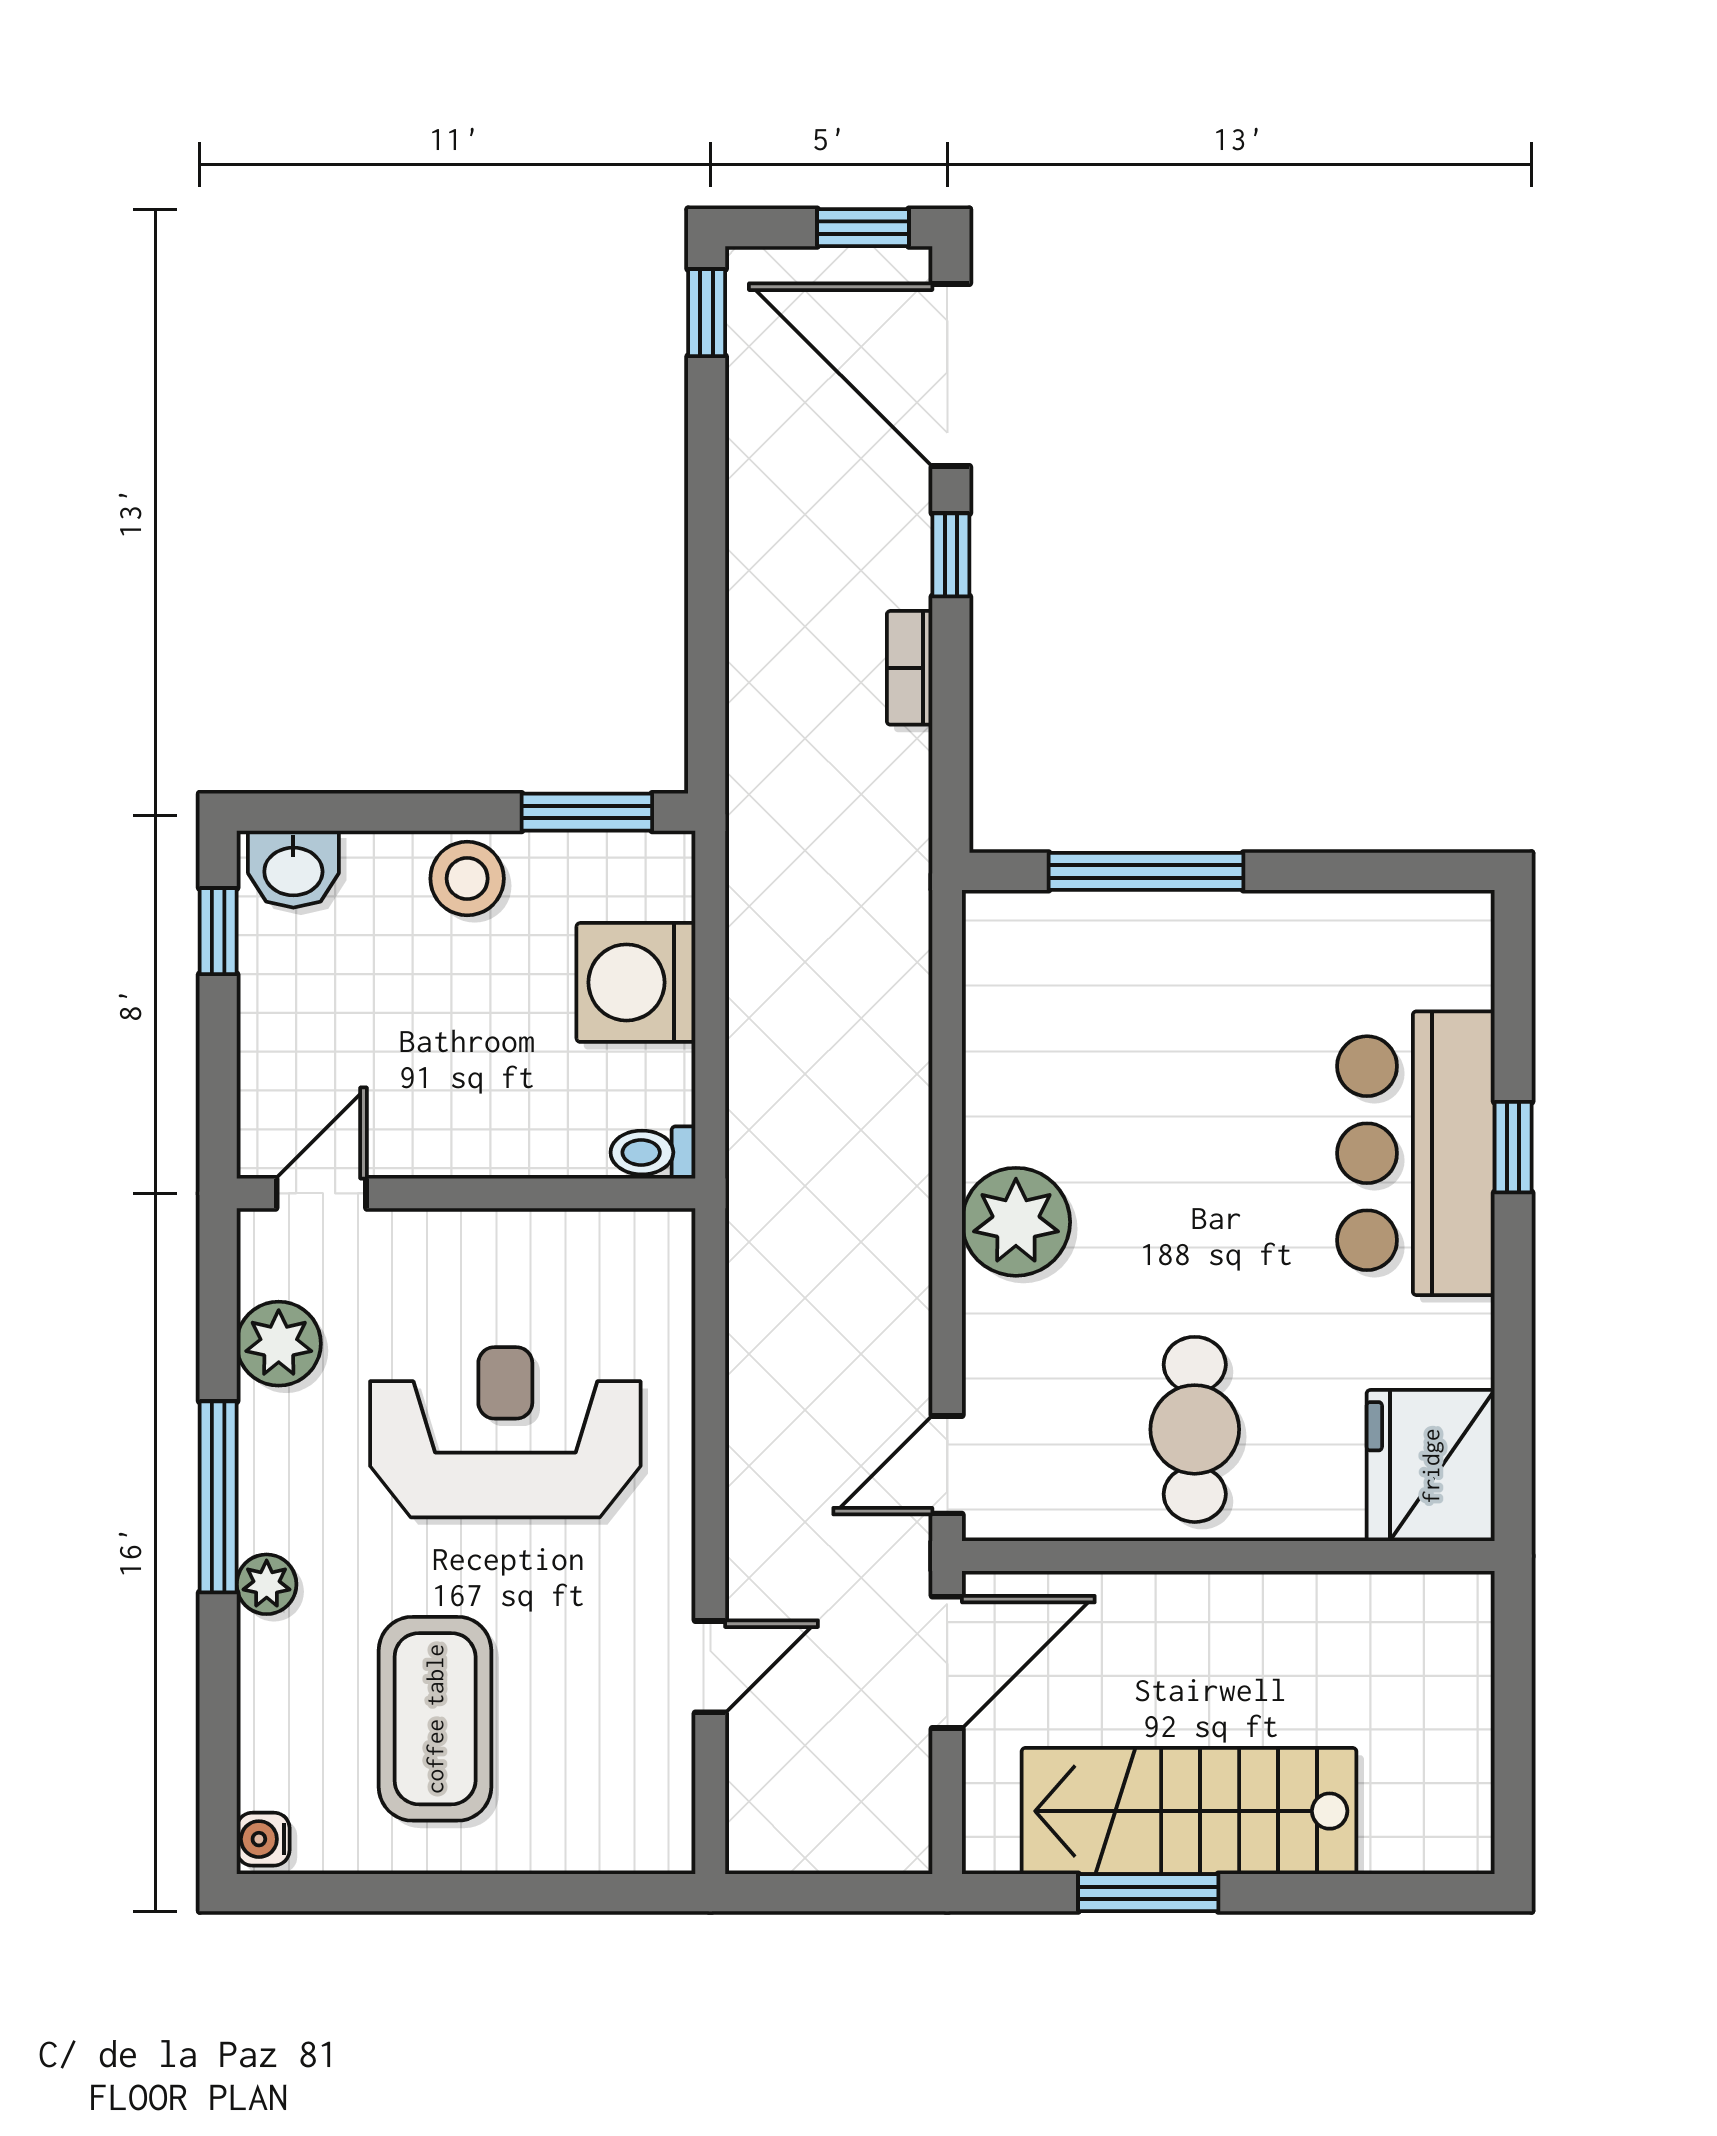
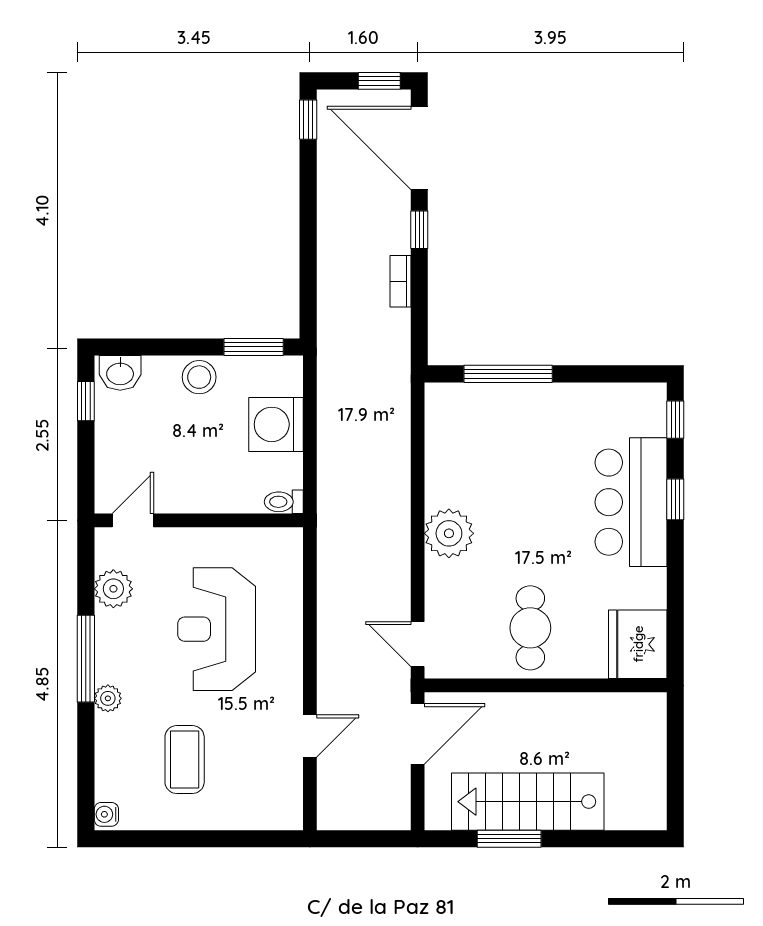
window: (1513, 972) -> (675, 420), added
reception desk: (505, 1432) -> (217, 629), turned -90
door: (947, 1465) -> (418, 644), hinge flipped
coffee table: (435, 1719) -> (185, 760), width x0.73, depth x0.76

